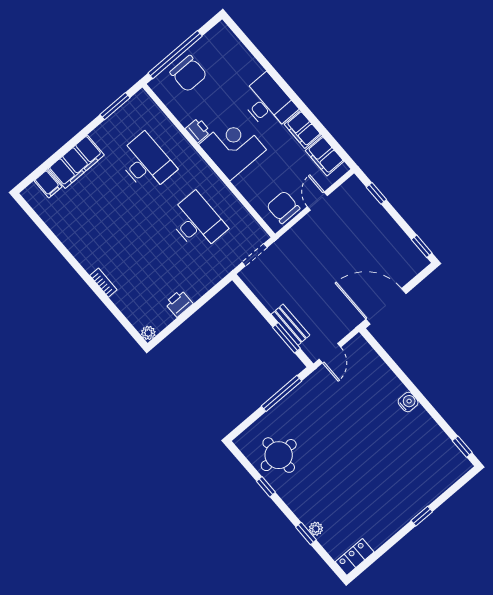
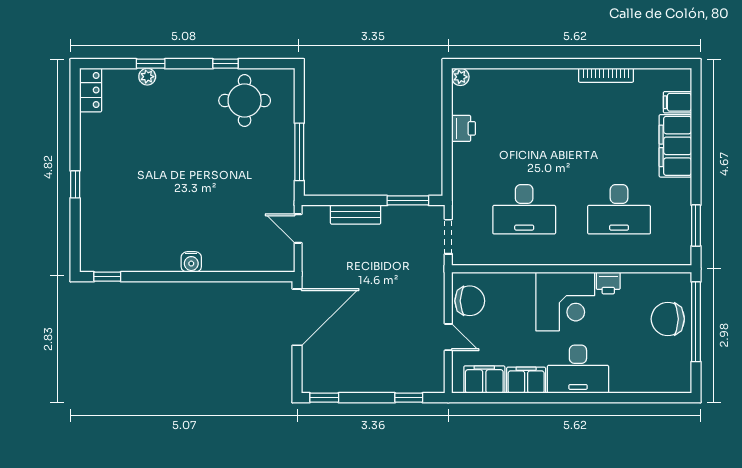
bookcase: (103, 283) -> (606, 75), moved, width x1.56
window: (286, 338) -> (408, 200), moved

